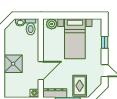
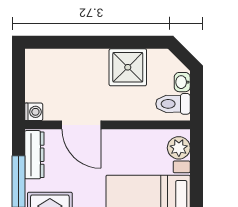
shower: (13, 64) -> (128, 67), moved

